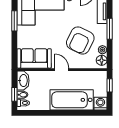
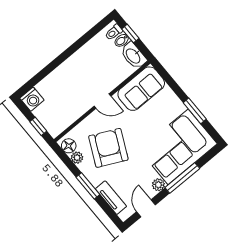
bathtub: (72, 100) -> (66, 78), removed

